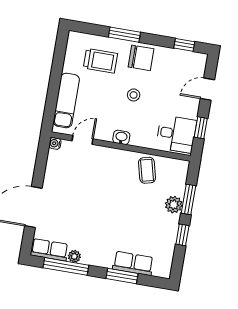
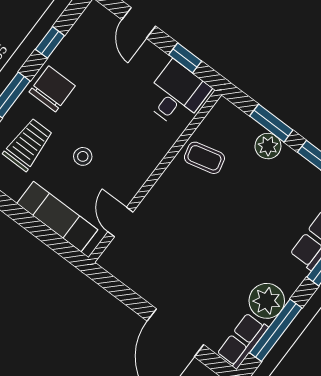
window: (184, 45) -> (50, 42), moved
stool: (134, 95) -> (83, 156), moved
washbasin: (121, 137) -> (144, 169), removed
water cooler: (55, 143) -> (106, 261), removed
plant: (74, 256) -> (267, 301), width x1.88, depth x1.88

